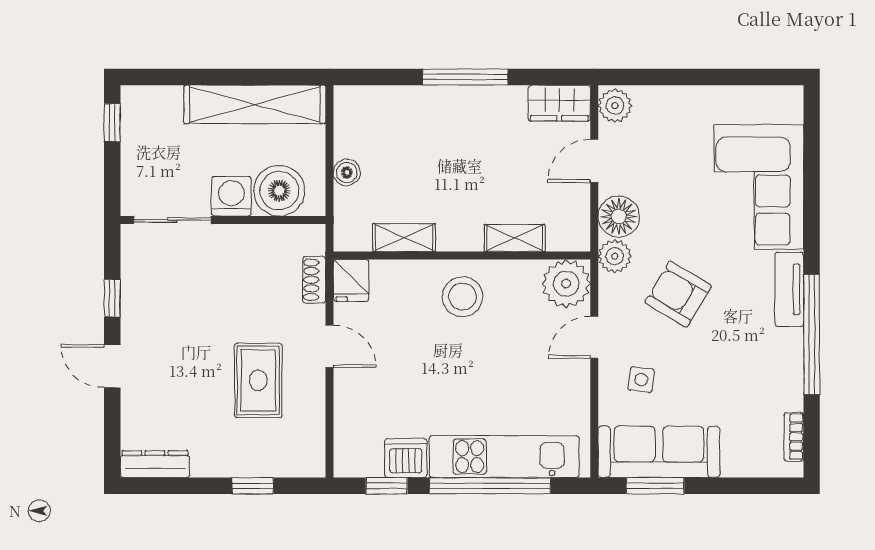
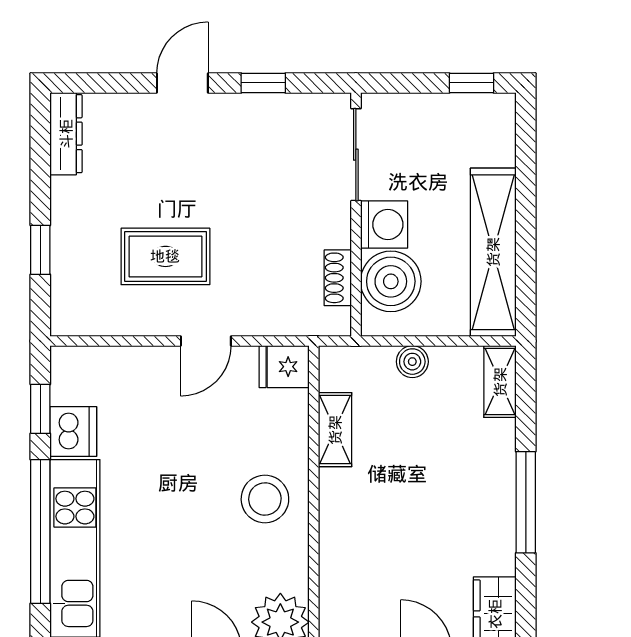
shelving: (515, 238) -> (500, 382), moved
shoe rack: (314, 280) -> (338, 278), moved, turned -90

